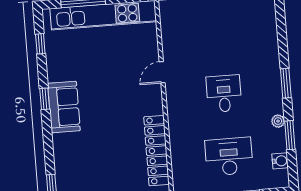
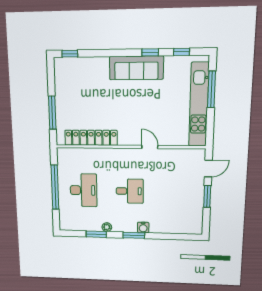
window: (45, 99) -> (150, 52), moved
sofa: (64, 107) -> (136, 68), width x1.36
water cooler: (280, 161) -> (143, 227), moved

